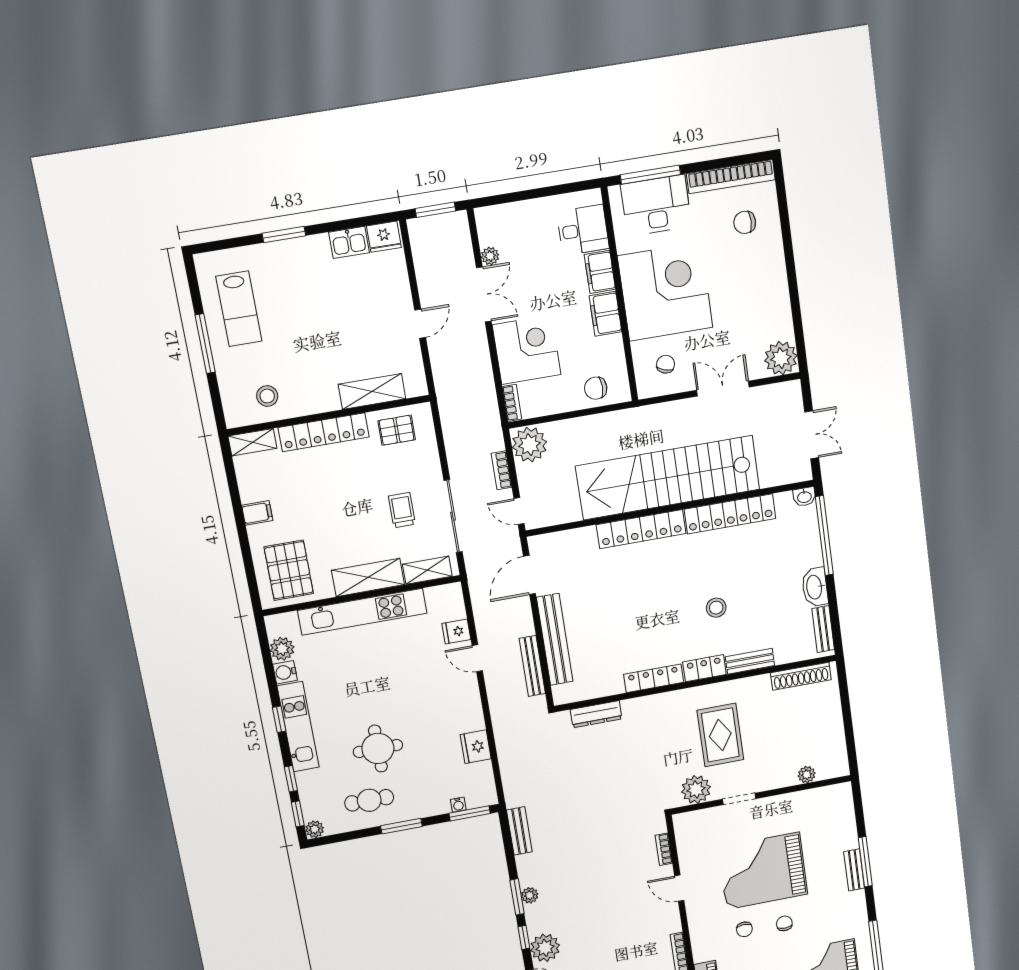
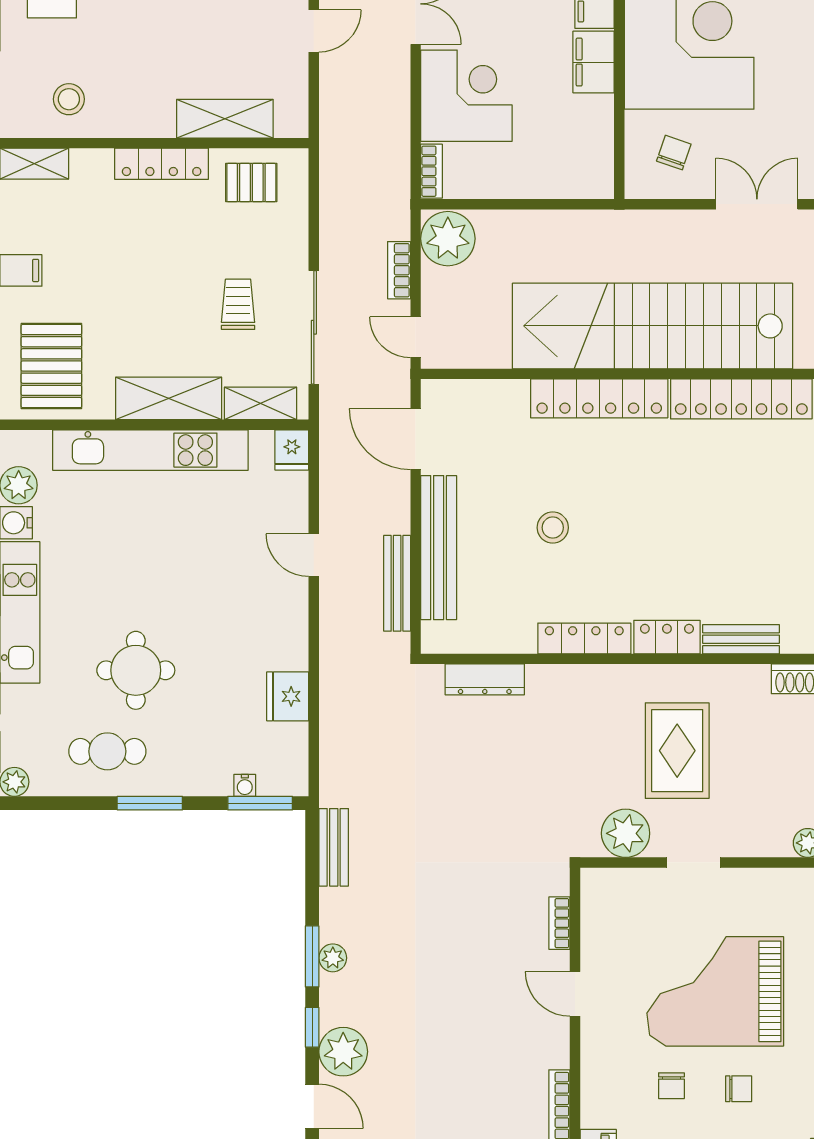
chair: (596, 388) -> (562, 171), removed
locker: (324, 432) -> (162, 164), width x0.71, depth x0.83
door: (529, 575) -> (416, 439), hinge flipped
stool: (716, 608) -> (553, 528), moved
fridge: (456, 632) -> (292, 450), moved, turned -90
chair: (784, 923) -> (739, 1089), turned 90

